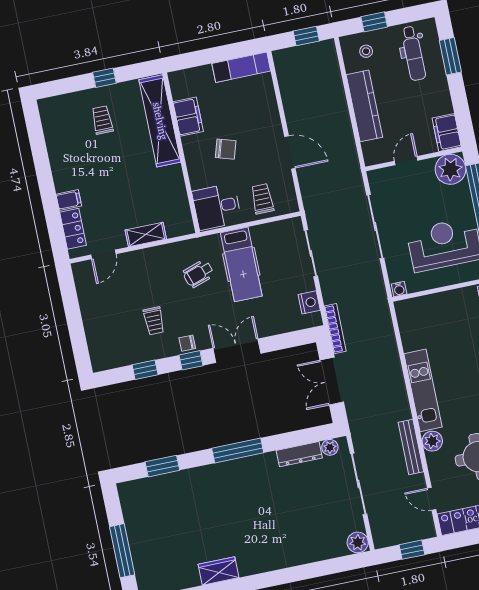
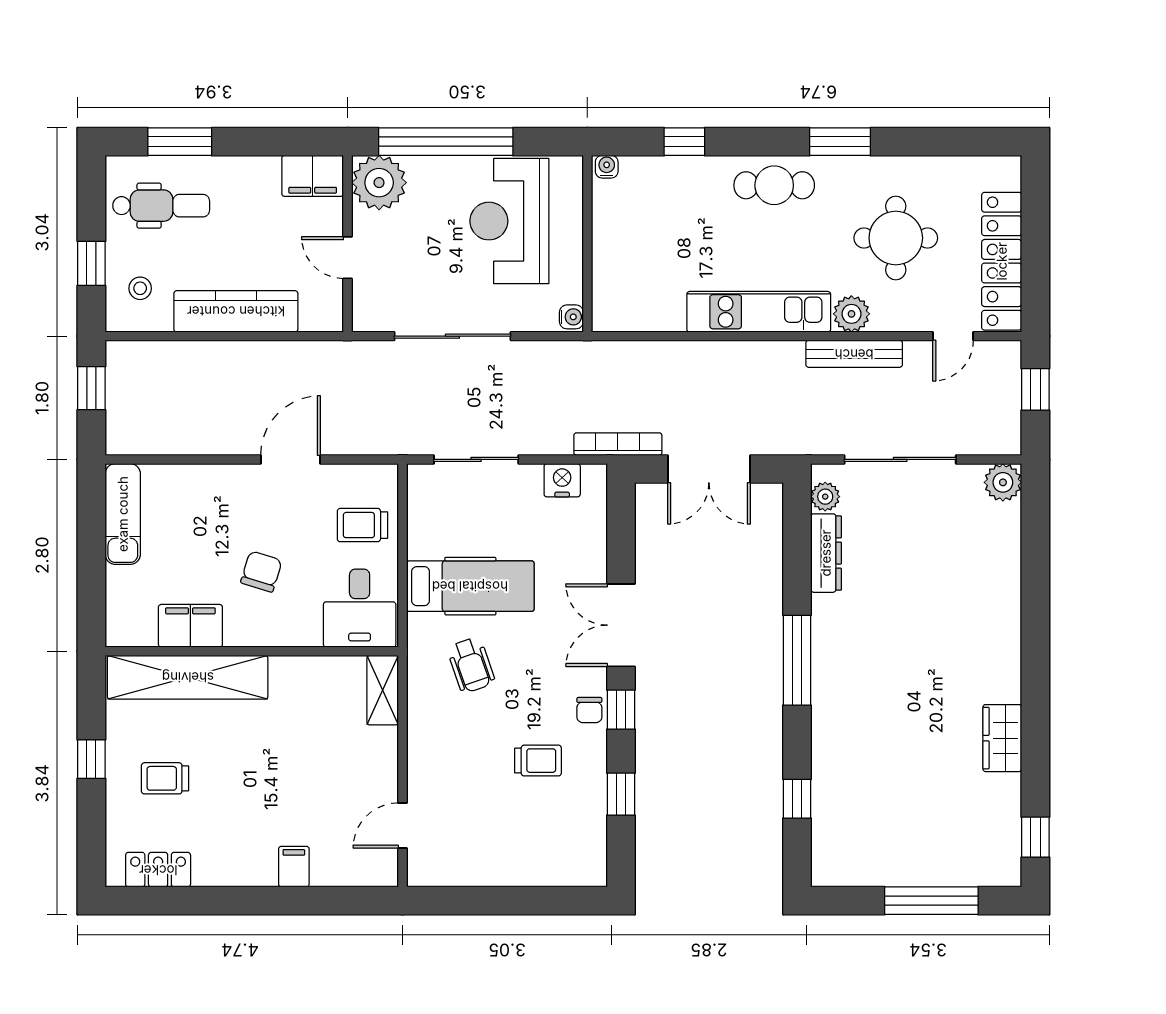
locker: (73, 229) -> (158, 870), moved
shelving: (146, 234) -> (383, 690), moved
door: (103, 254) -> (402, 825), swing flipped
window: (162, 466) -> (797, 799), width x0.67

